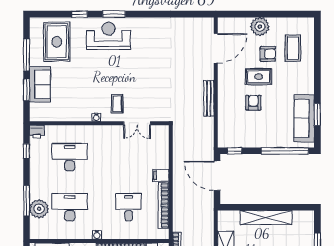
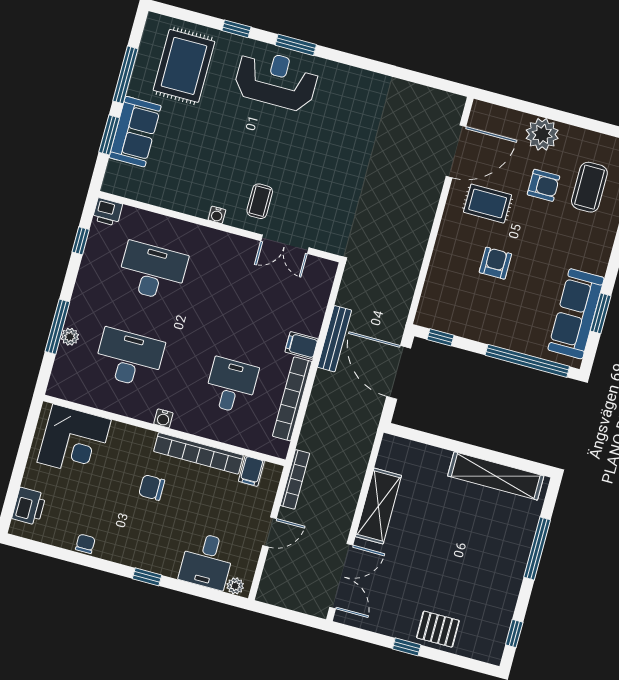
rug: (259, 77) -> (488, 204), moved
bench: (209, 98) -> (334, 339), moved
plant: (39, 209) -> (70, 337), width x0.53, depth x0.53
shelving: (266, 217) -> (496, 476), moved

